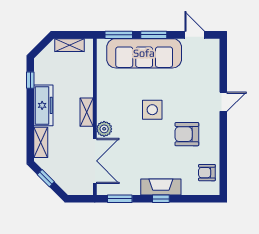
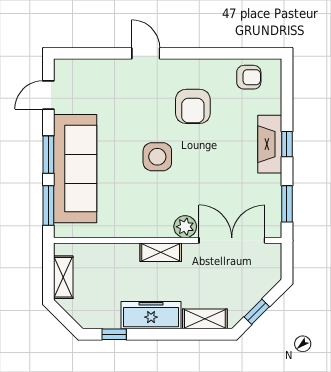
armchair: (207, 173) -> (249, 77), turned -90

